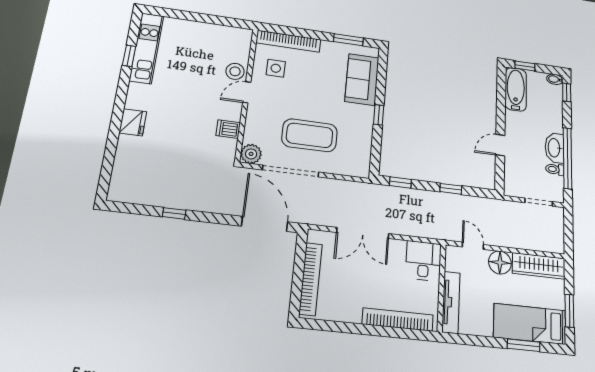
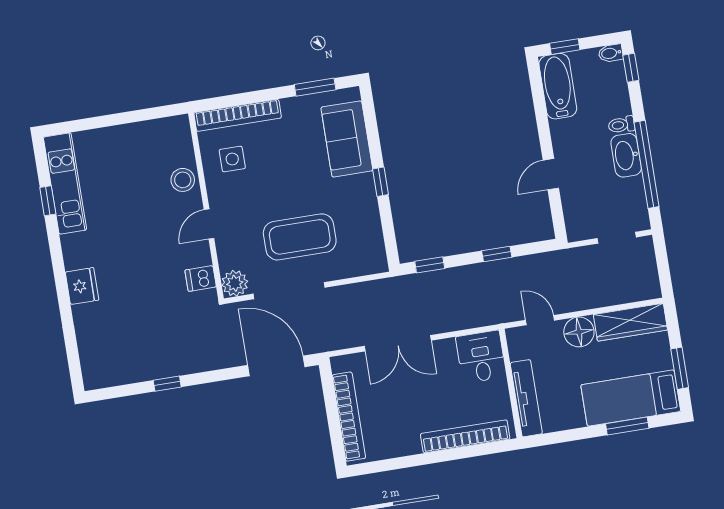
door: (247, 92) -> (209, 224), moved
dishwasher: (228, 129) -> (201, 279), moved
toilet: (555, 169) -> (621, 125), moved

